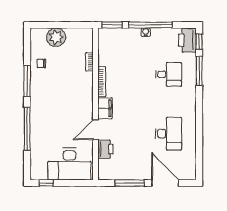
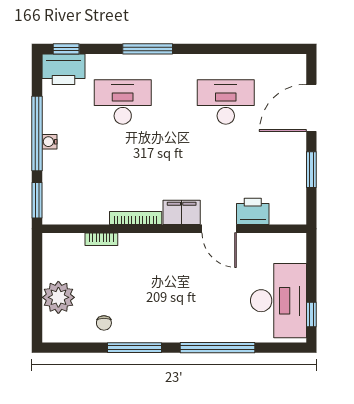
window: (199, 71) -> (148, 49), moved
desk: (169, 74) -> (123, 102), width x1.37
desk: (69, 164) -> (278, 301), moved
window: (130, 183) -> (311, 170), width x0.69

